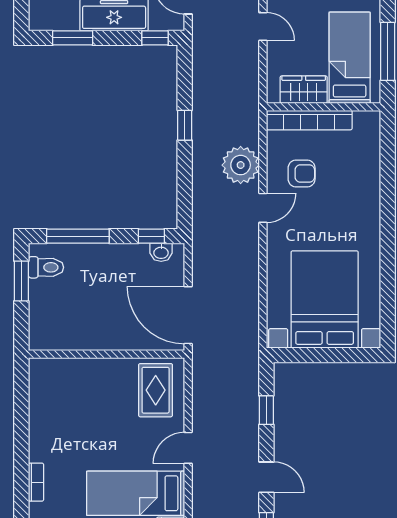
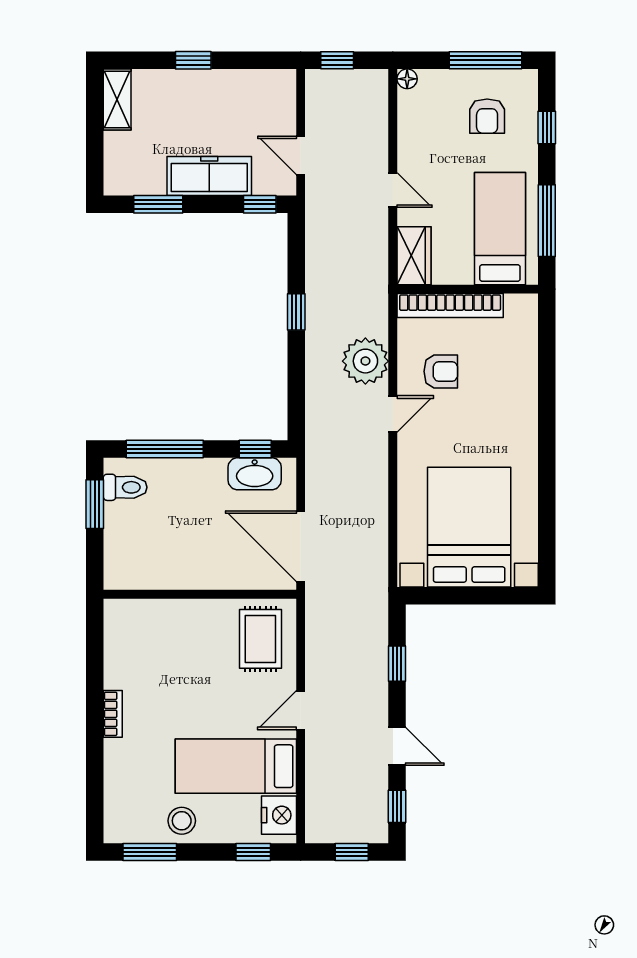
wardrobe: (304, 90) -> (414, 256), moved, turned 90
washbasin: (161, 252) -> (255, 474), width x1.91, depth x1.45
bookcase: (36, 482) -> (113, 714), moved

